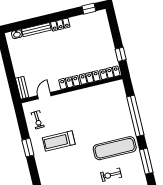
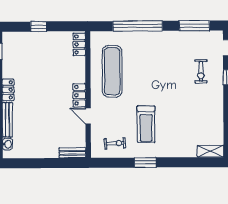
window: (121, 54) -> (39, 26), moved
locker: (90, 77) -> (79, 70), removed
door: (44, 96) -> (88, 116), moved
exercise mat: (115, 148) -> (112, 71), moved

